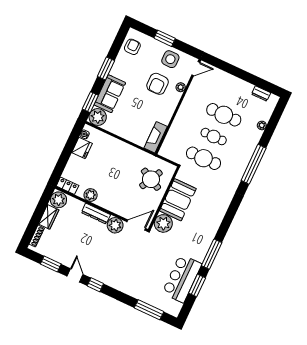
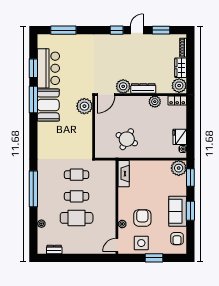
sofa: (110, 94) -> (178, 211), moved
cafe table: (203, 158) -> (77, 175), width x0.73, depth x0.74
round table: (151, 179) -> (127, 139), moved
booth: (178, 200) -> (48, 105), moved
door: (75, 275) -> (137, 30), swing flipped

